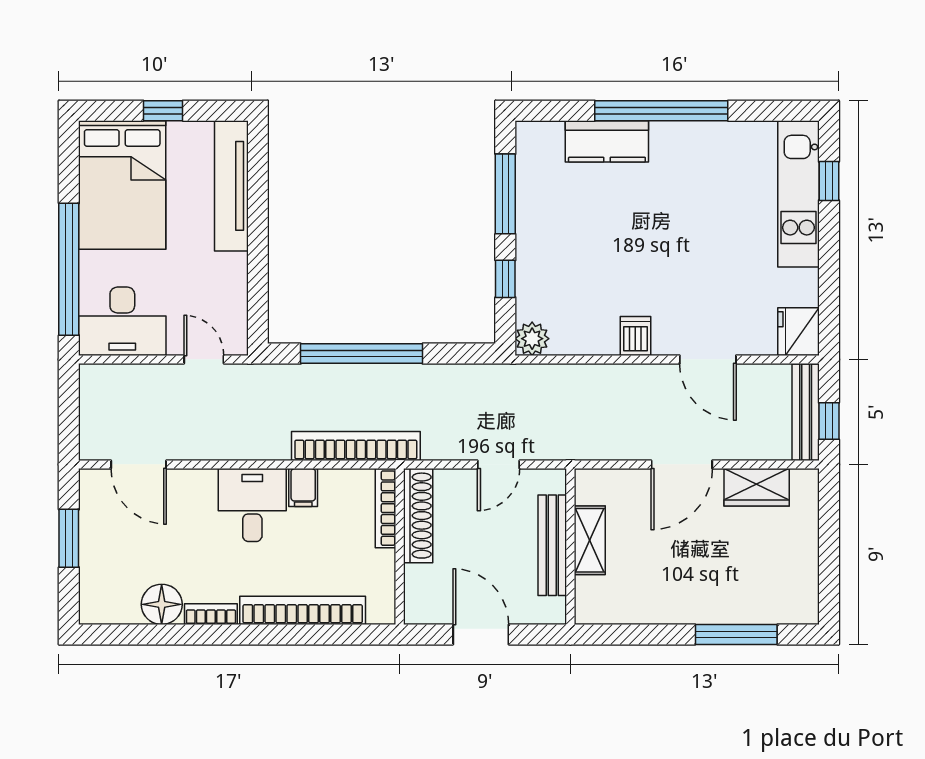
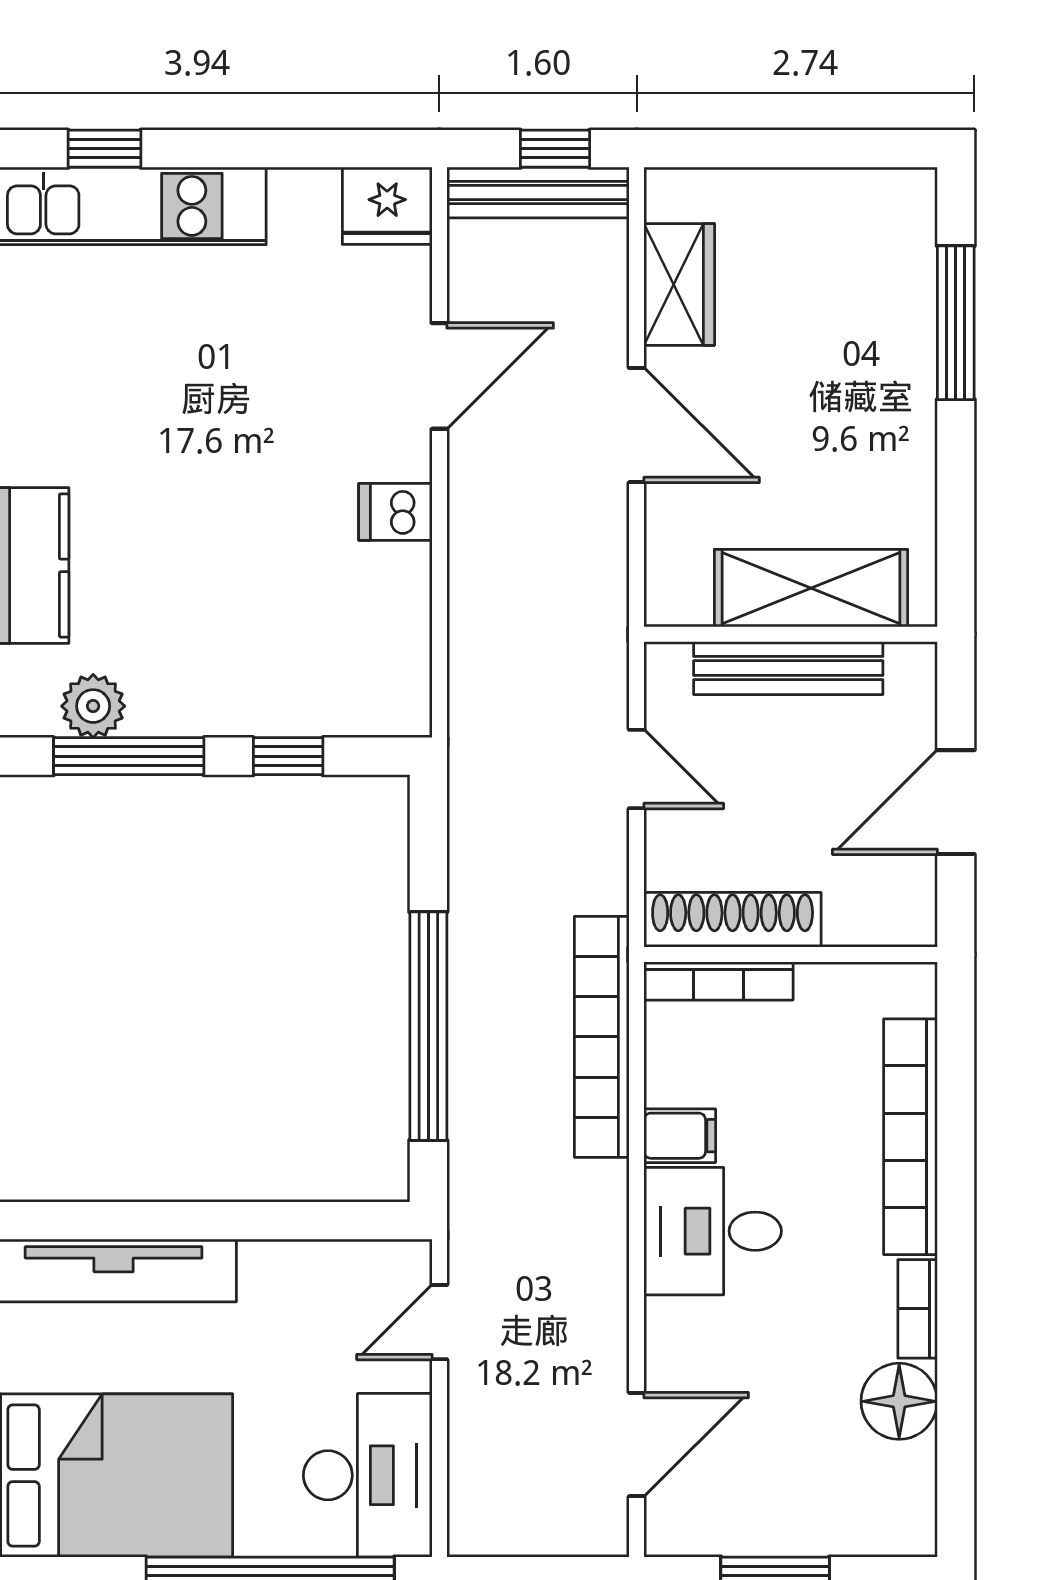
plant: (532, 339) -> (93, 706), moved
shelving: (590, 540) -> (811, 588), width x1.50, depth x1.33

